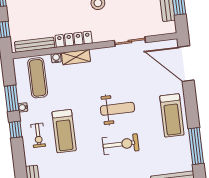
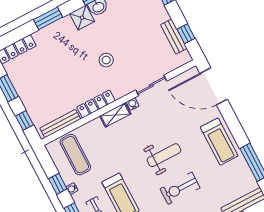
shelving: (76, 57) -> (115, 115), moved
water cooler: (56, 58) -> (133, 104), moved
window: (12, 98) -> (58, 184), width x0.67
exercise bike: (121, 144) -> (180, 188), turned 180

